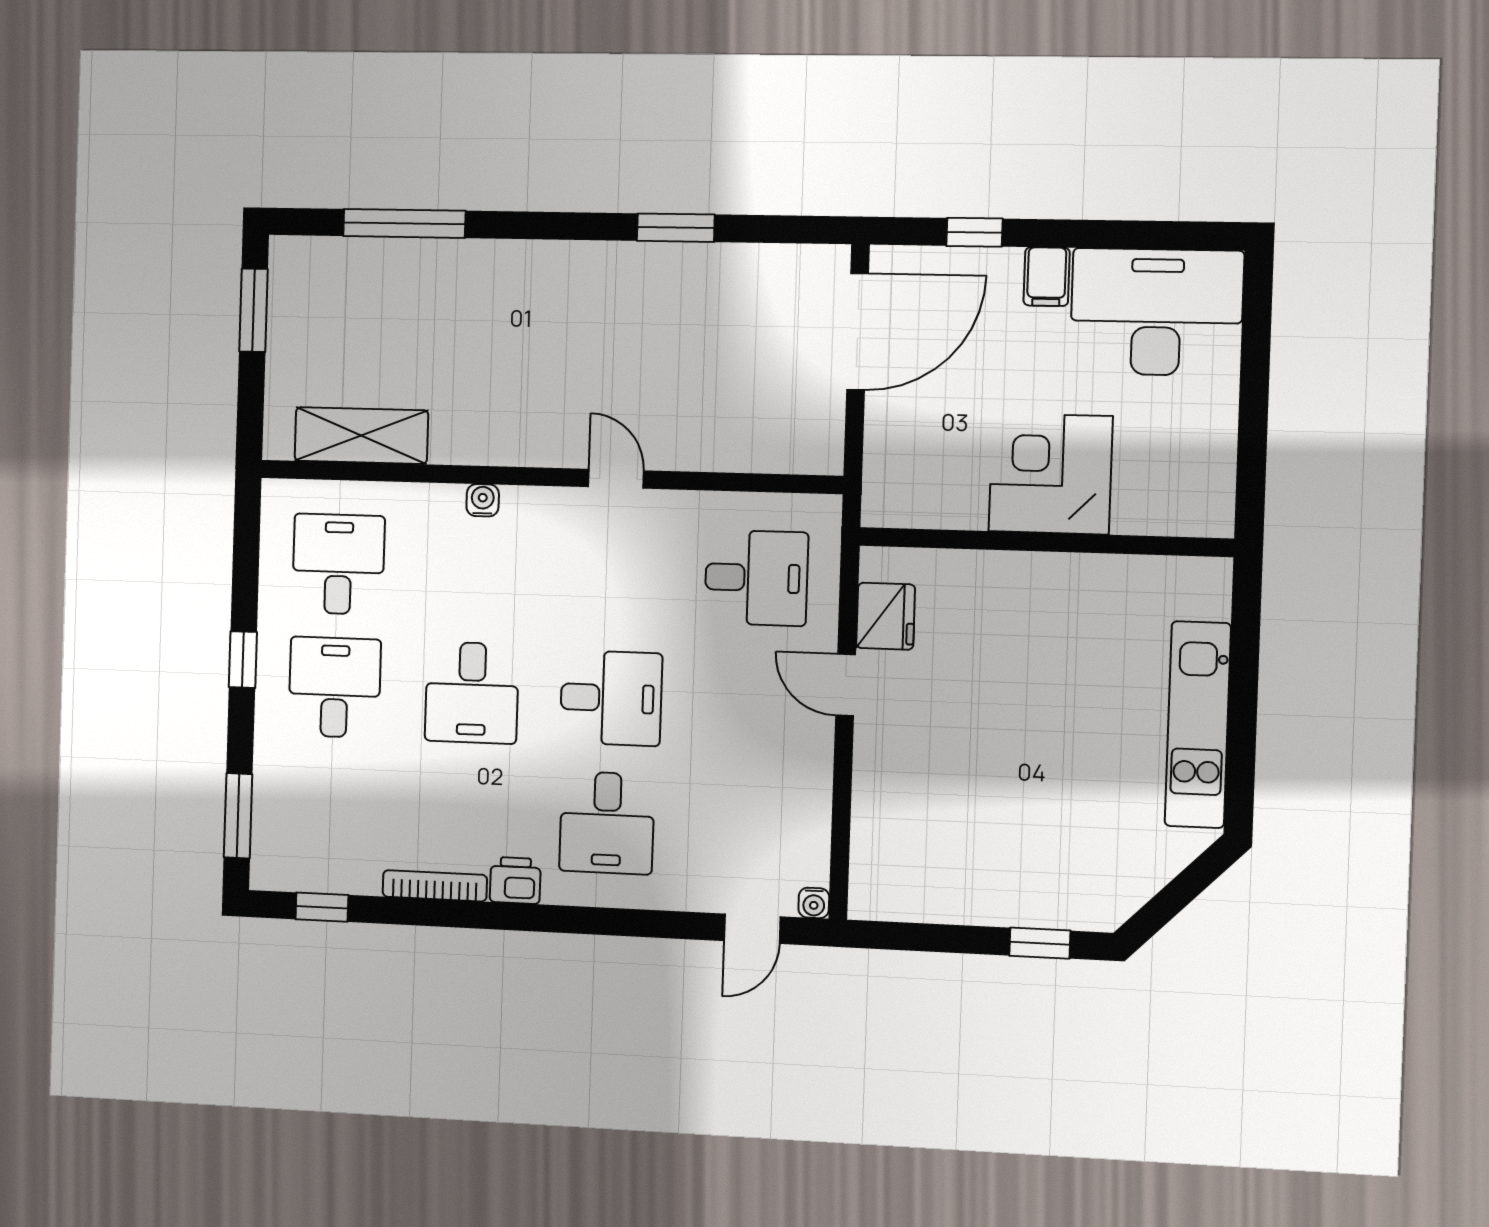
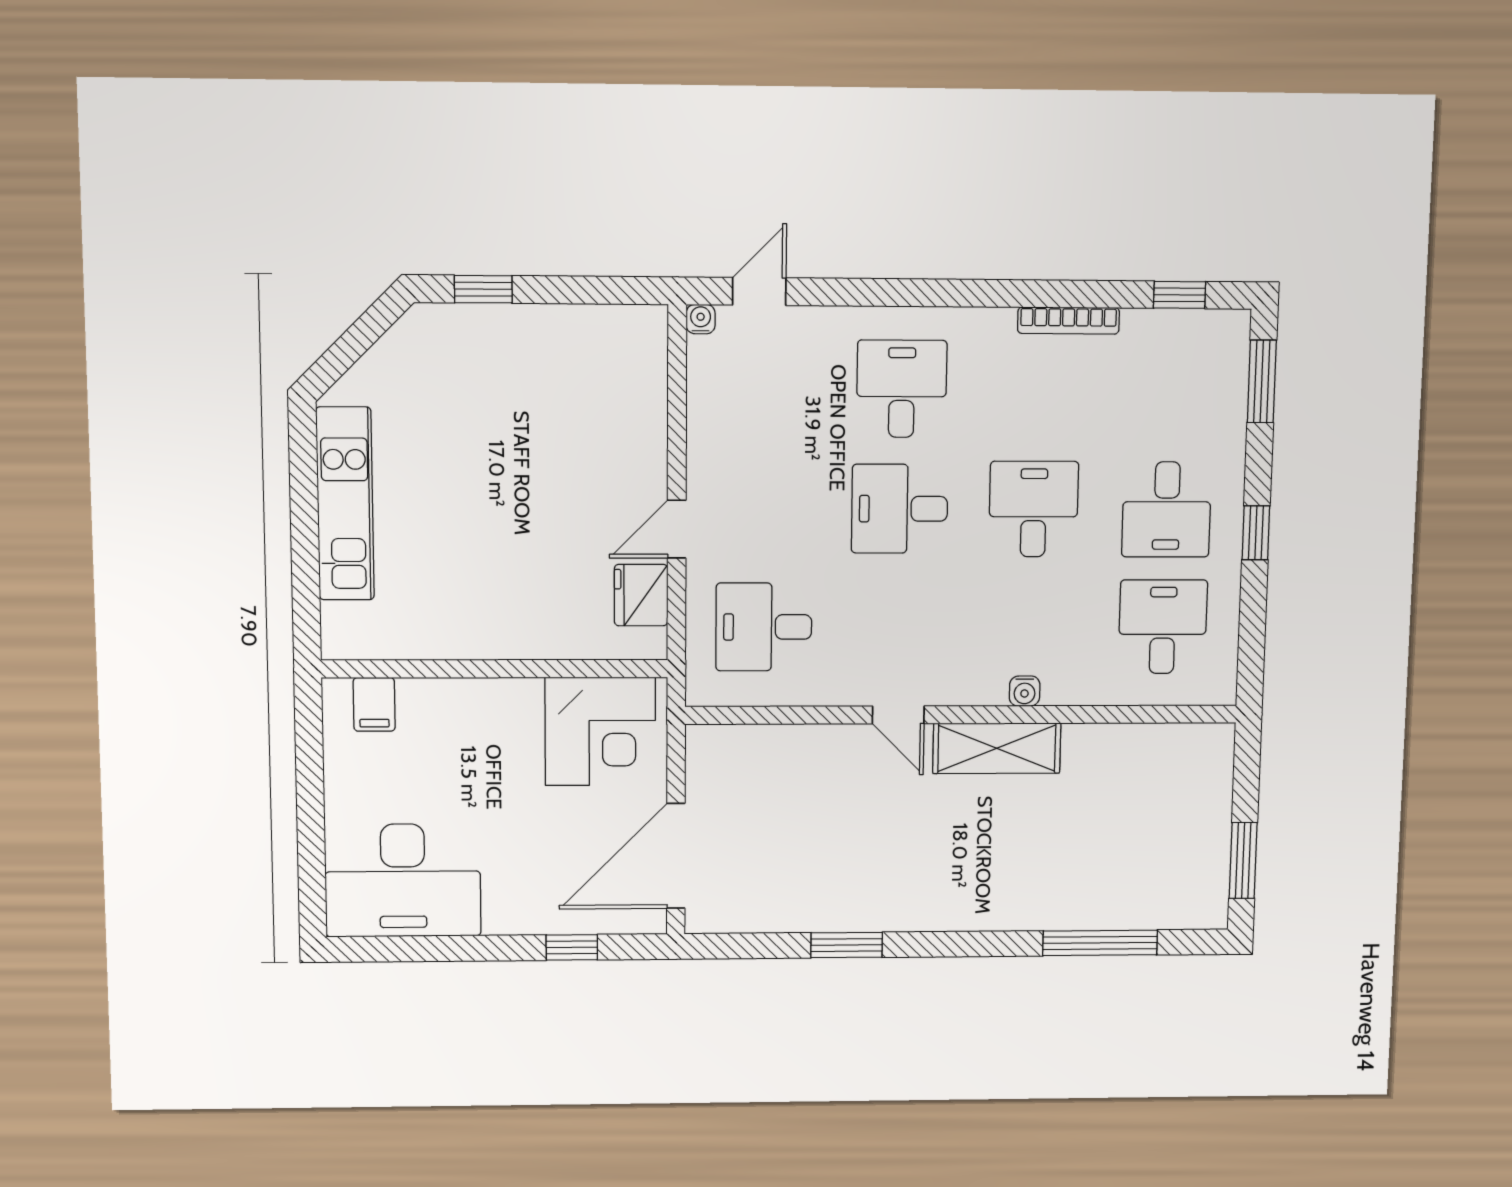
filing cabinet: (1047, 277) -> (374, 704), moved, turned 180
shelving: (361, 436) -> (997, 748), moved
corner desk: (1051, 474) -> (600, 731), moved
desk: (338, 564) -> (1163, 627), turned 180
door: (846, 685) -> (677, 529), swing flipped
printer: (515, 880) -> (990, 329), removed

